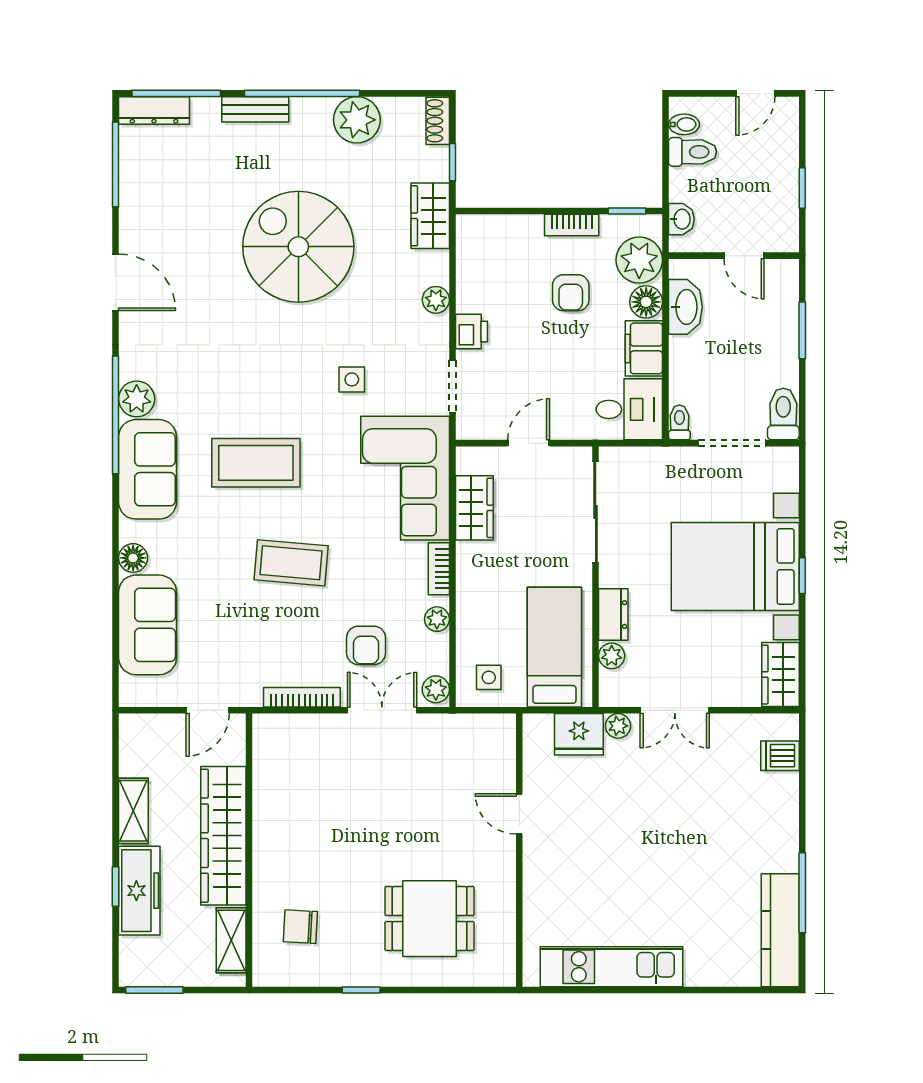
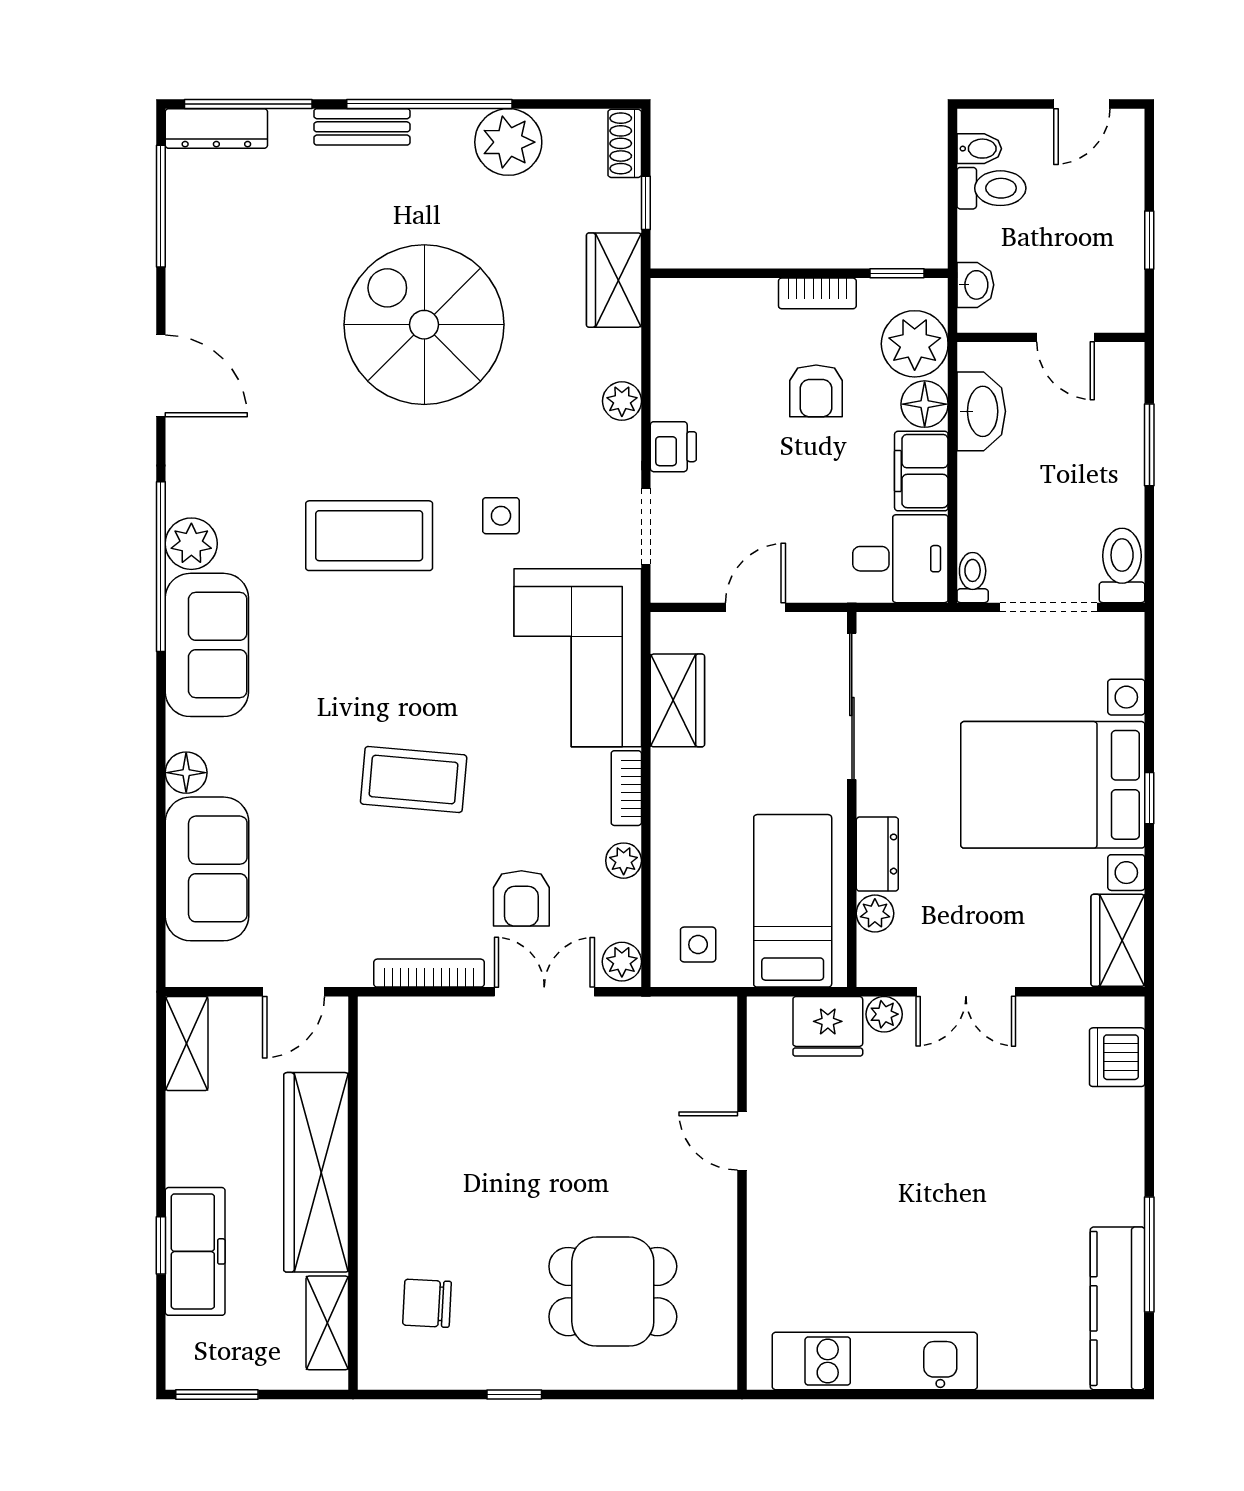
coffee table: (256, 463) -> (369, 536), moved
dishwasher: (780, 756) -> (1117, 1057), width x1.38
shelving: (133, 811) -> (187, 1044), moved

